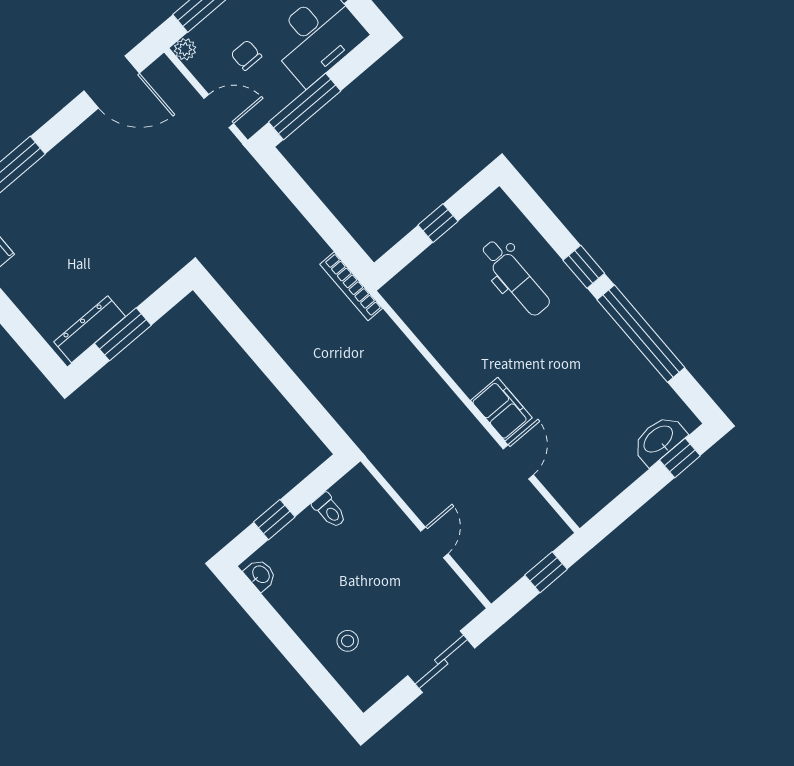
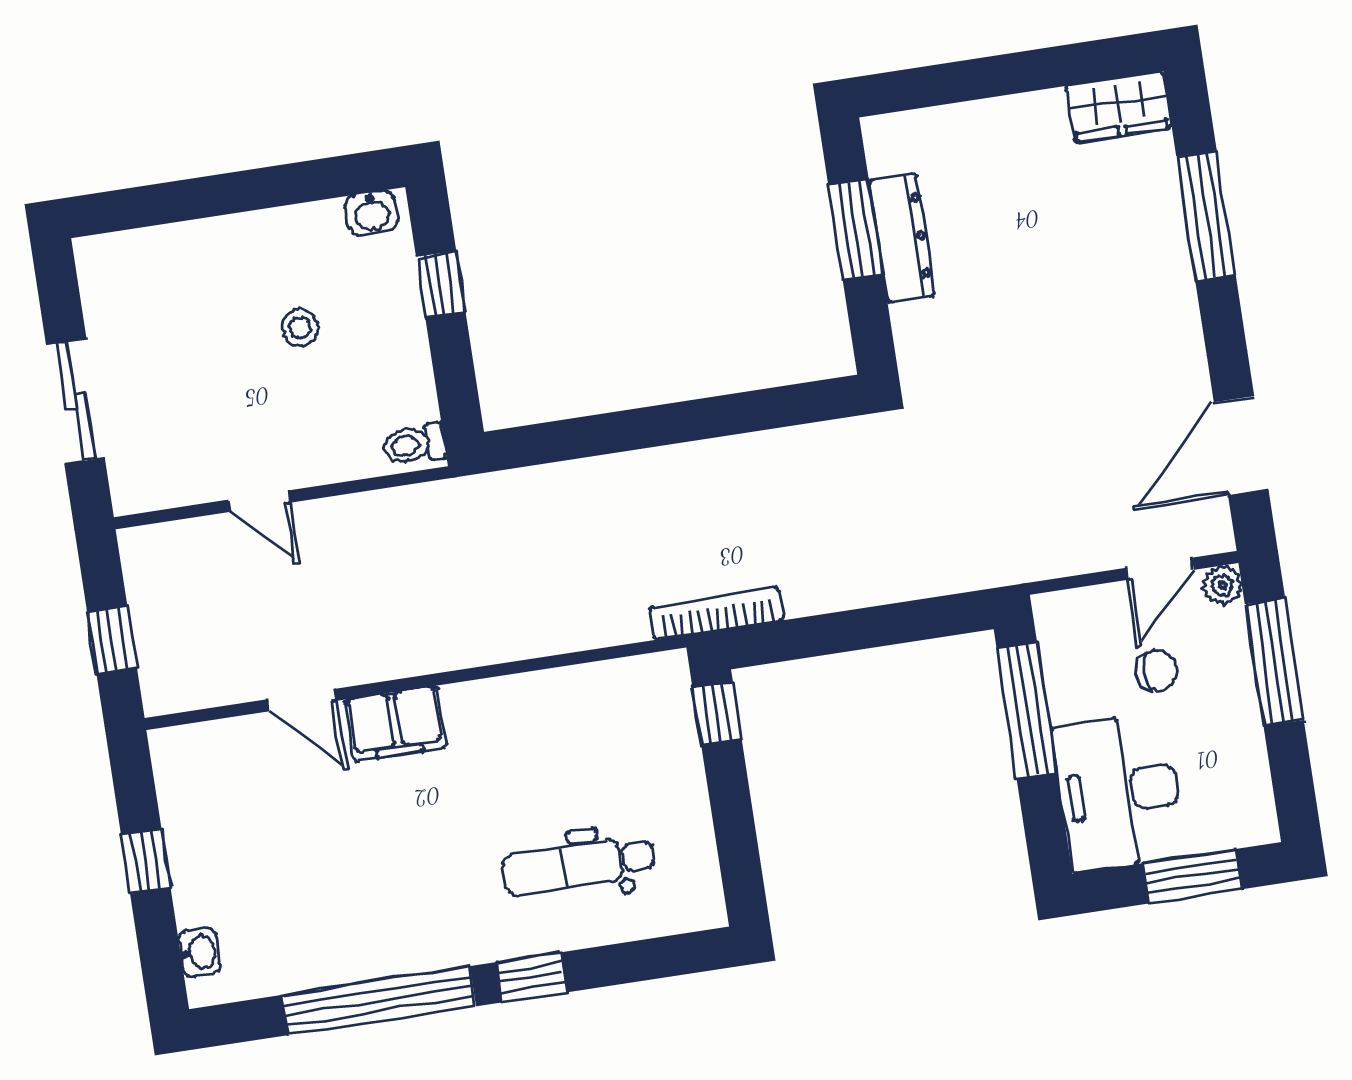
door: (219, 111) -> (1160, 569), moved
window: (438, 223) -> (717, 714), moved
dresser: (90, 329) -> (902, 238), moved
washbasin: (659, 440) -> (200, 952), width x0.52, depth x0.69
window: (680, 458) -> (146, 861), moved
toilet: (329, 511) -> (414, 445), moved
stool: (348, 641) -> (300, 328), moved

